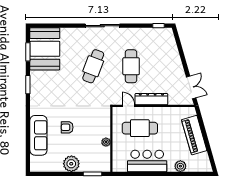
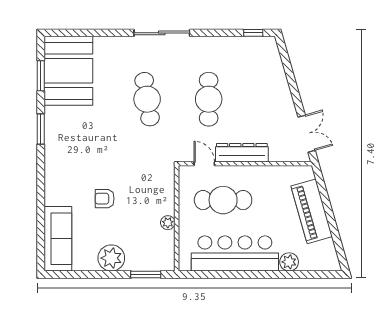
cafe table: (93, 66) -> (147, 99), turned -30
sofa: (38, 135) -> (58, 239), moved
bar counter: (147, 161) -> (235, 253), width x1.36

